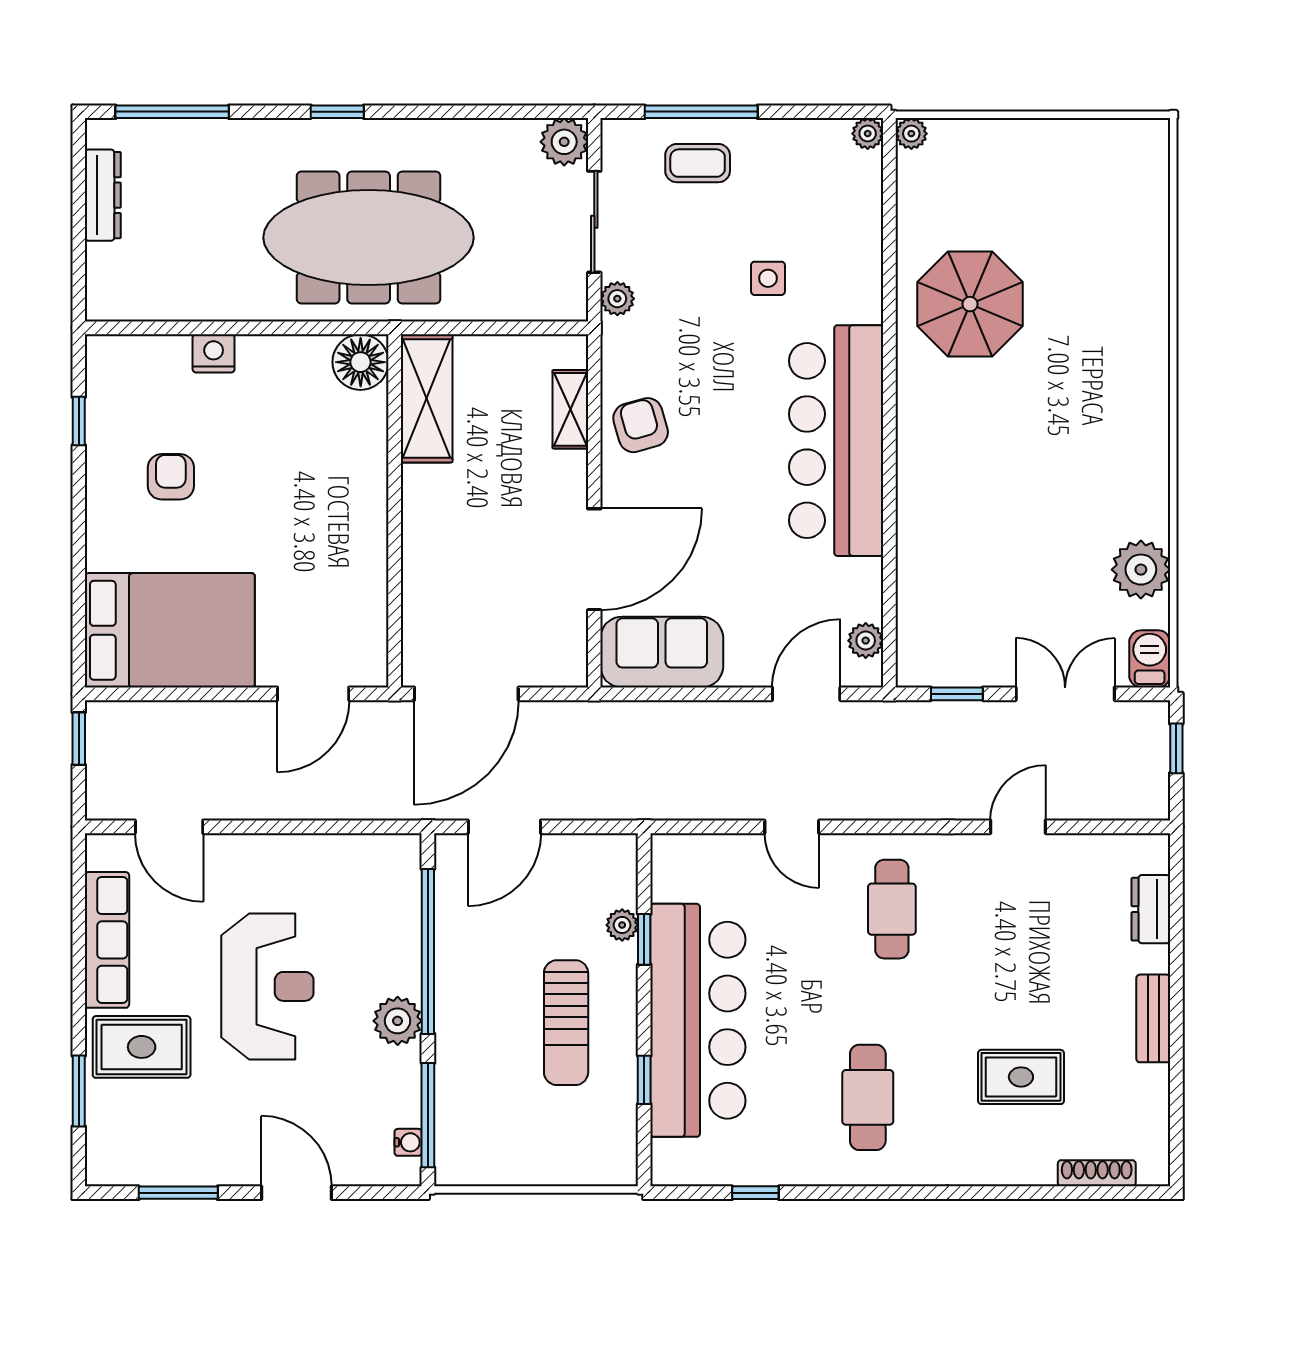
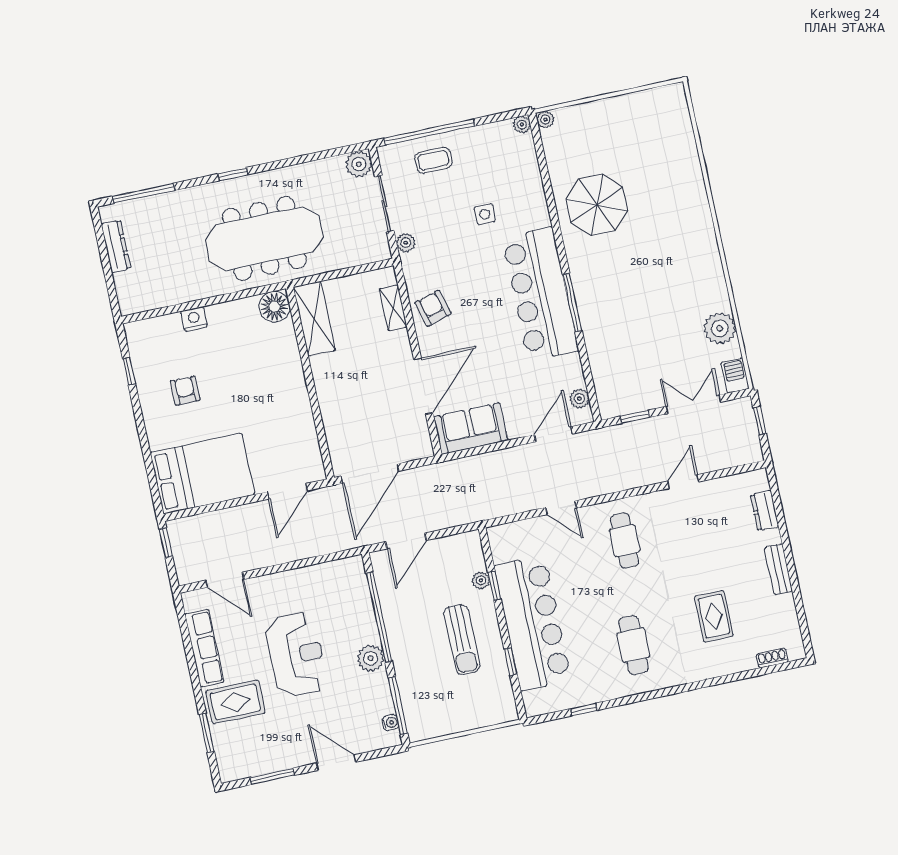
window: (701, 112) -> (429, 132), width x1.46
window: (889, 468) -> (572, 303), added
rug: (1021, 1077) -> (714, 616), turned 90
shoe rack: (1097, 1173) -> (772, 658), width x0.70

